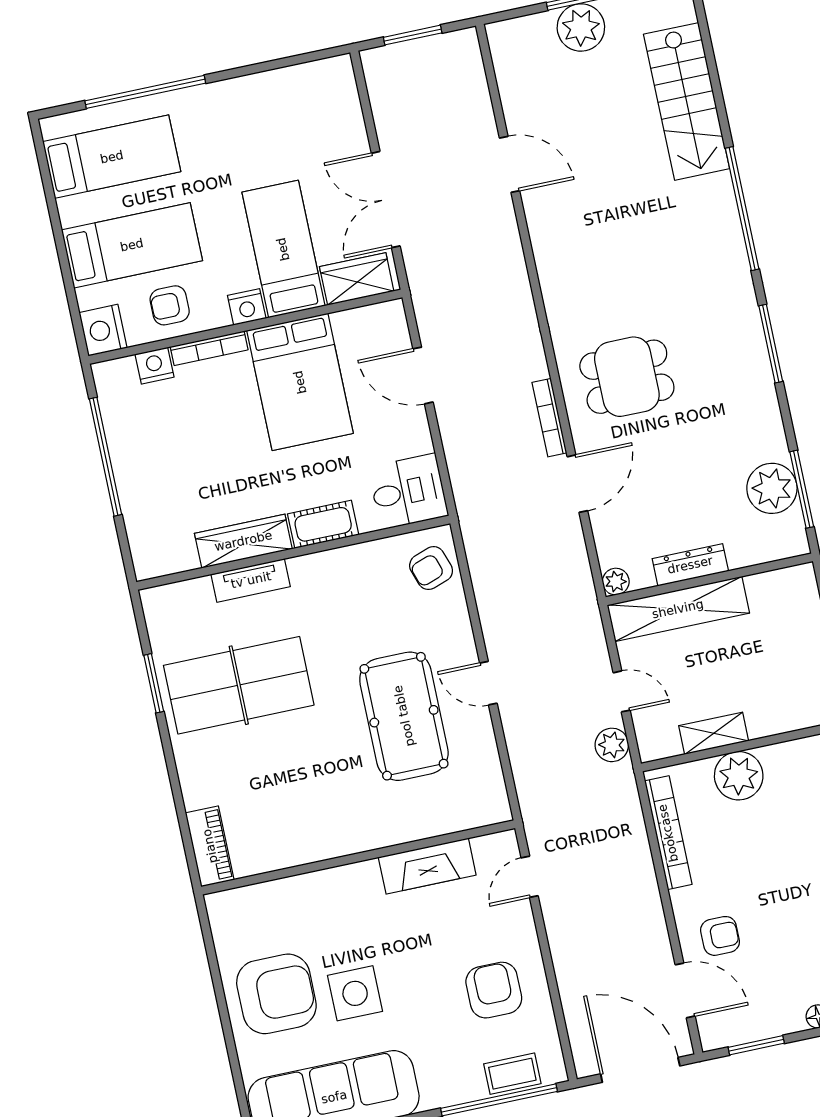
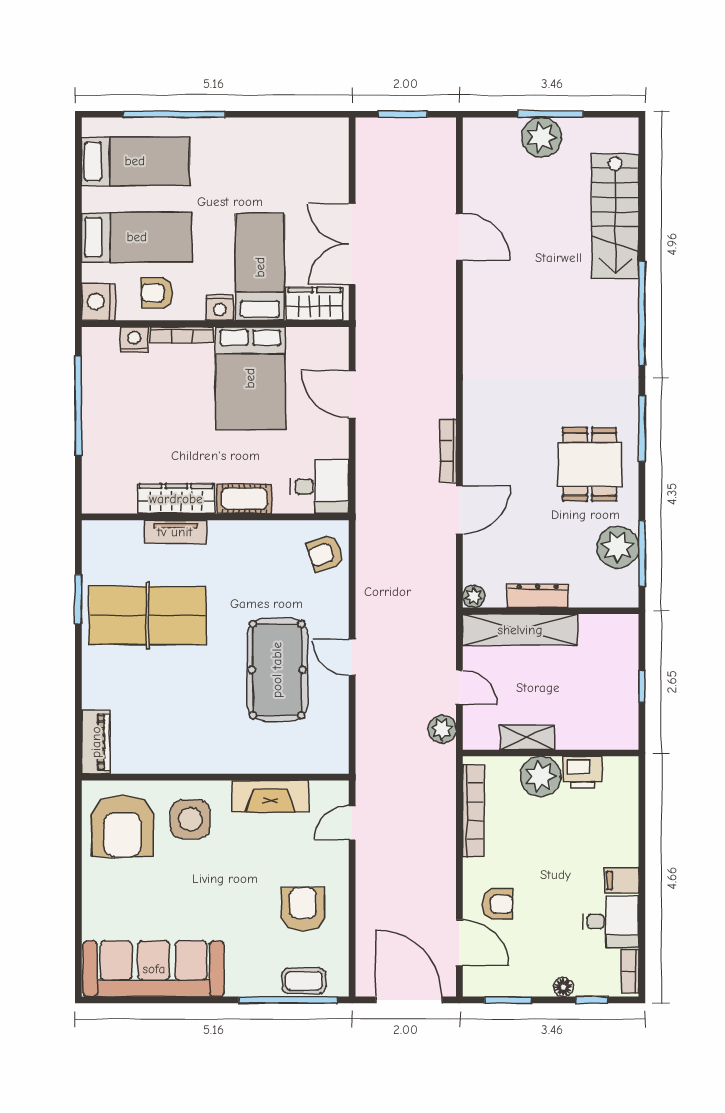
dining table: (627, 377) -> (590, 464), moved, turned 90
printer: (787, 760) -> (582, 772), added
side table: (355, 993) -> (190, 819), moved
armchair: (276, 994) -> (122, 826), moved, turned 90

